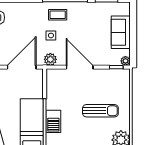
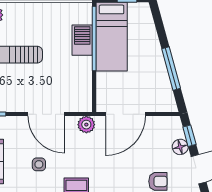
side table: (51, 35) -> (39, 164), moved

